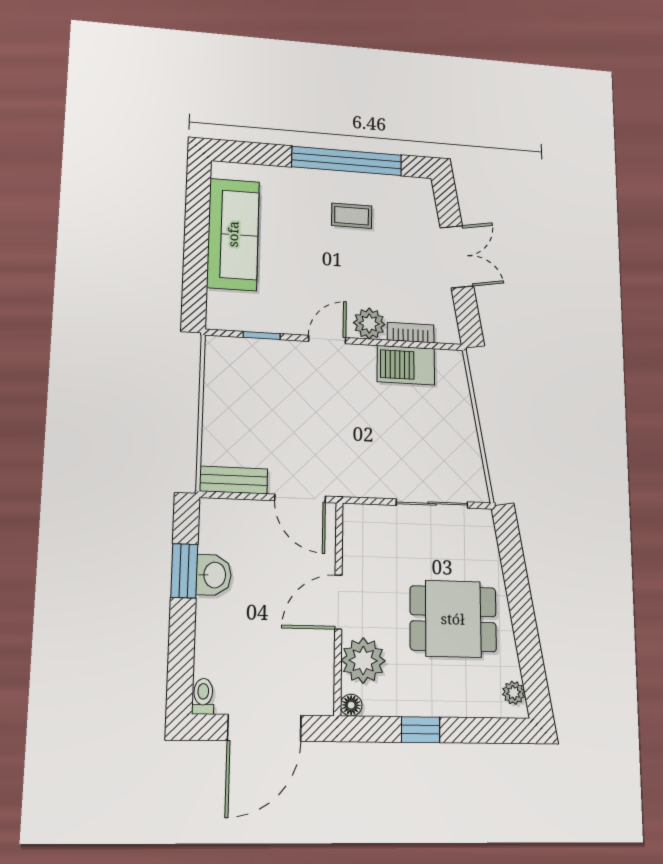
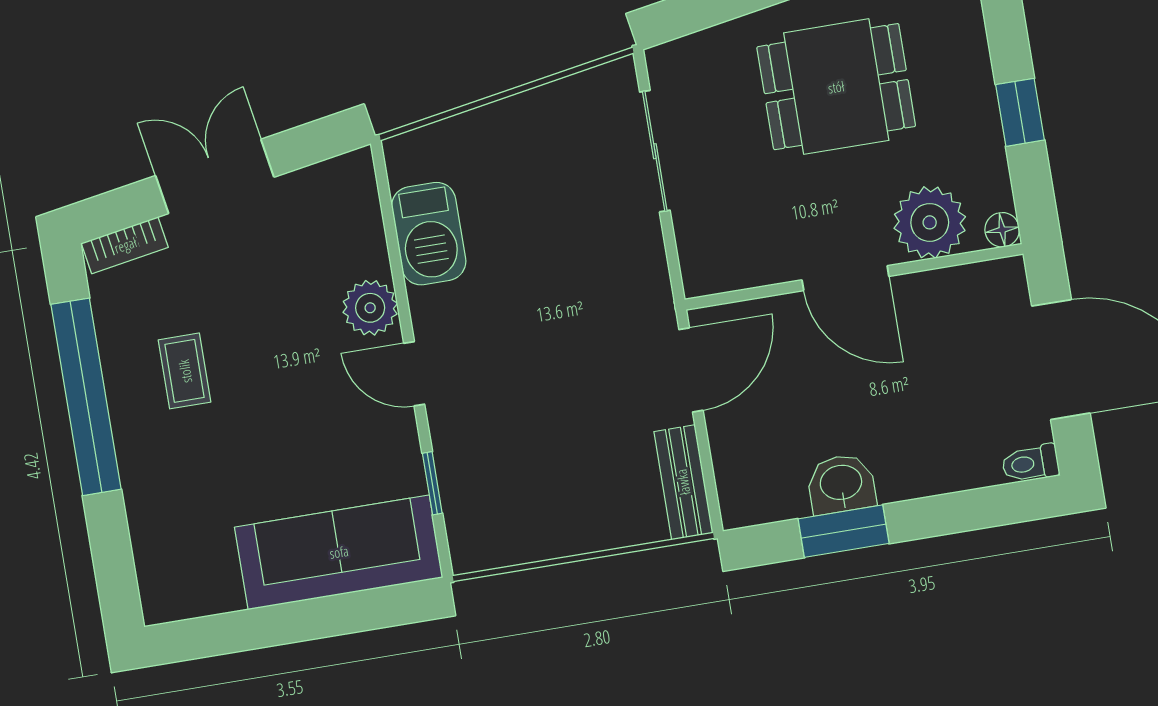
sofa: (233, 234) -> (339, 552), moved
bookcase: (411, 333) -> (125, 245), moved, turned -100
dining table: (453, 619) -> (836, 87), turned 90

